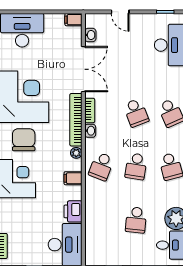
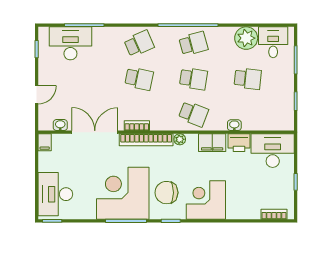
school desk: (136, 113) -> (139, 79), turned 33
washbasin: (90, 131) -> (234, 125), moved
filing cabinet: (73, 178) -> (212, 143), width x2.00

